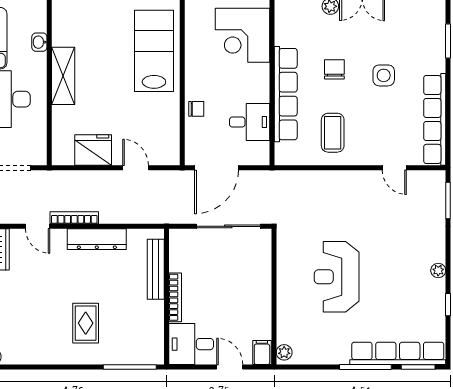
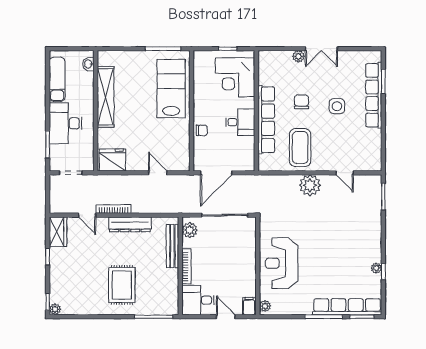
washbasin: (39, 42) -> (88, 64), moved
shelving: (63, 76) -> (106, 97), width x1.47
row of seats: (435, 119) -> (374, 95), moved
desk: (250, 122) -> (240, 122), moved
coffee table: (333, 133) -> (300, 148), width x1.36, depth x1.32
fridge: (93, 150) -> (112, 160), moved
plant: (346, 185) -> (310, 185), added
plant: (180, 247) -> (190, 230), added
plant: (438, 271) -> (376, 268), moved
reception desk: (337, 277) -> (282, 263), moved
rug: (86, 323) -> (122, 285), width x1.36, depth x1.43

